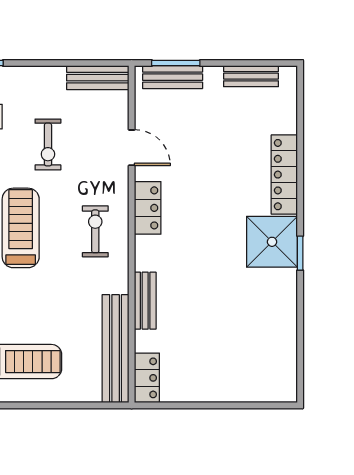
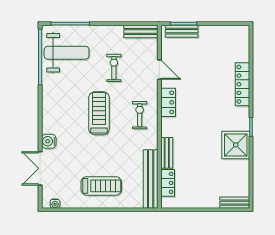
bench: (251, 76) -> (235, 203), moved
exercise bike: (48, 145) -> (114, 68), turned 180
shower: (272, 242) -> (236, 145), moved
locker: (147, 378) -> (168, 183), moved

